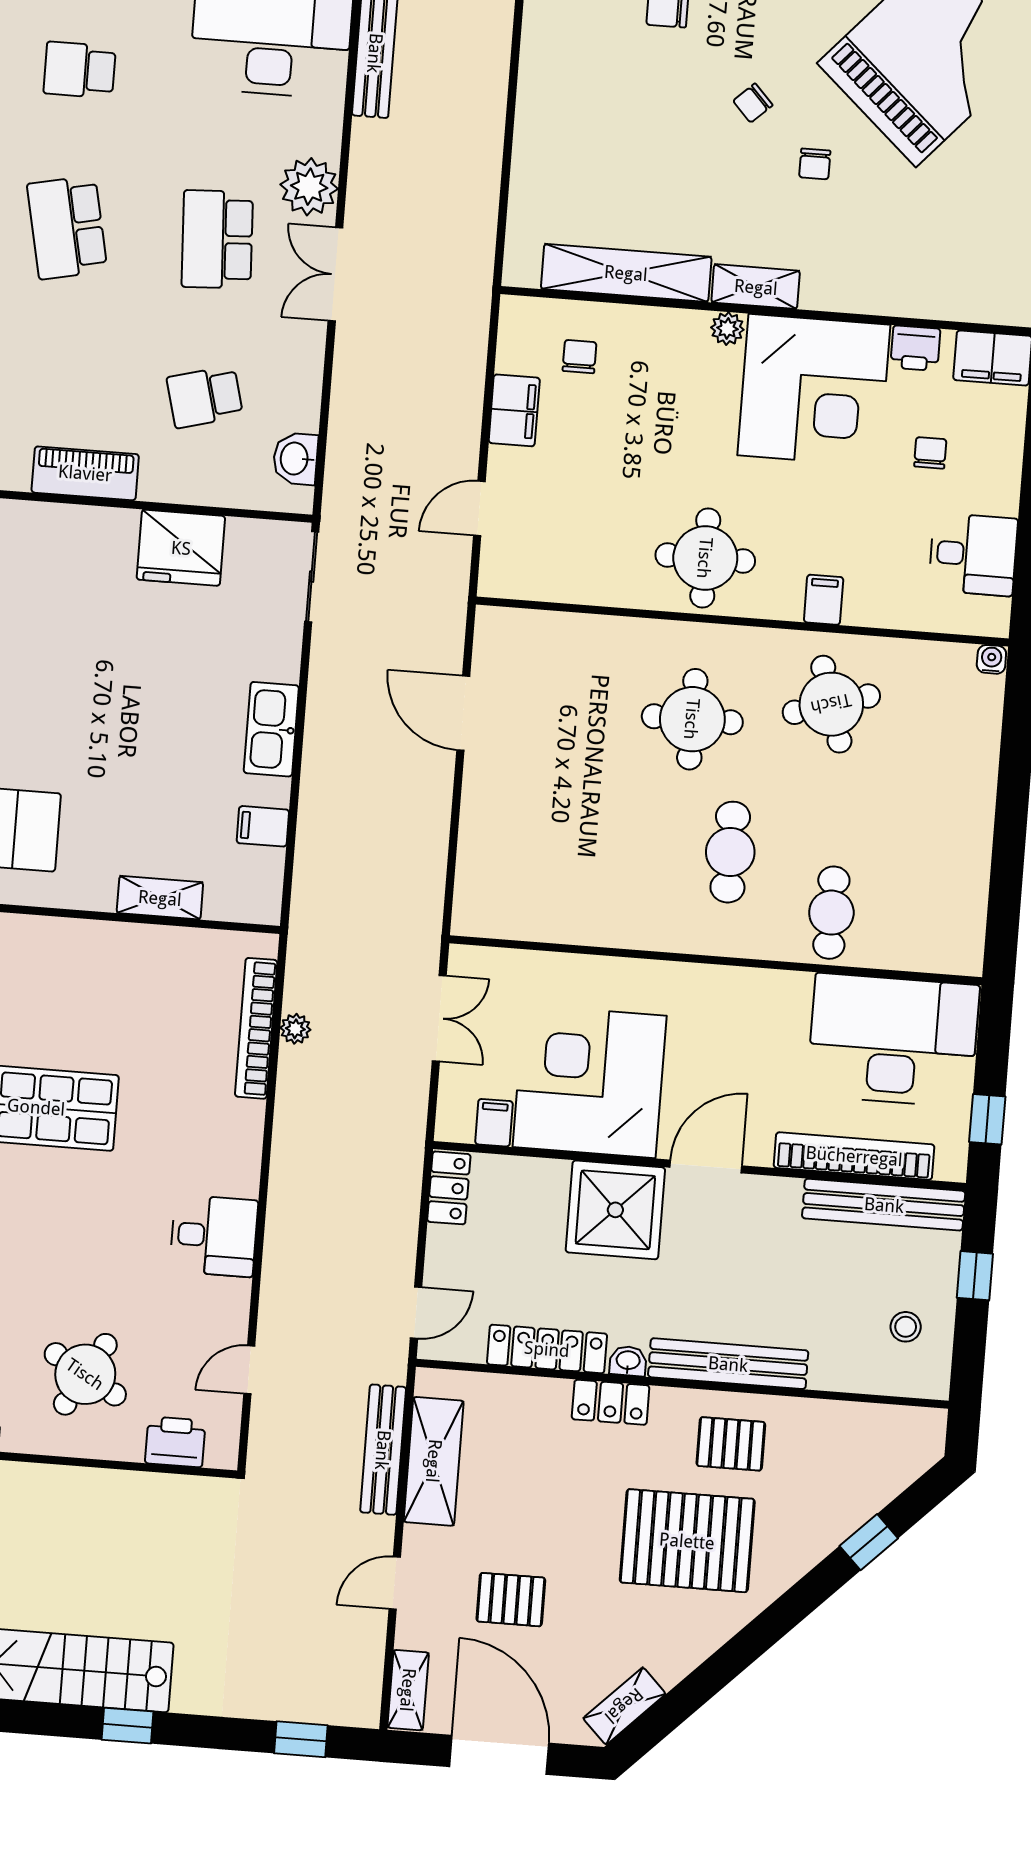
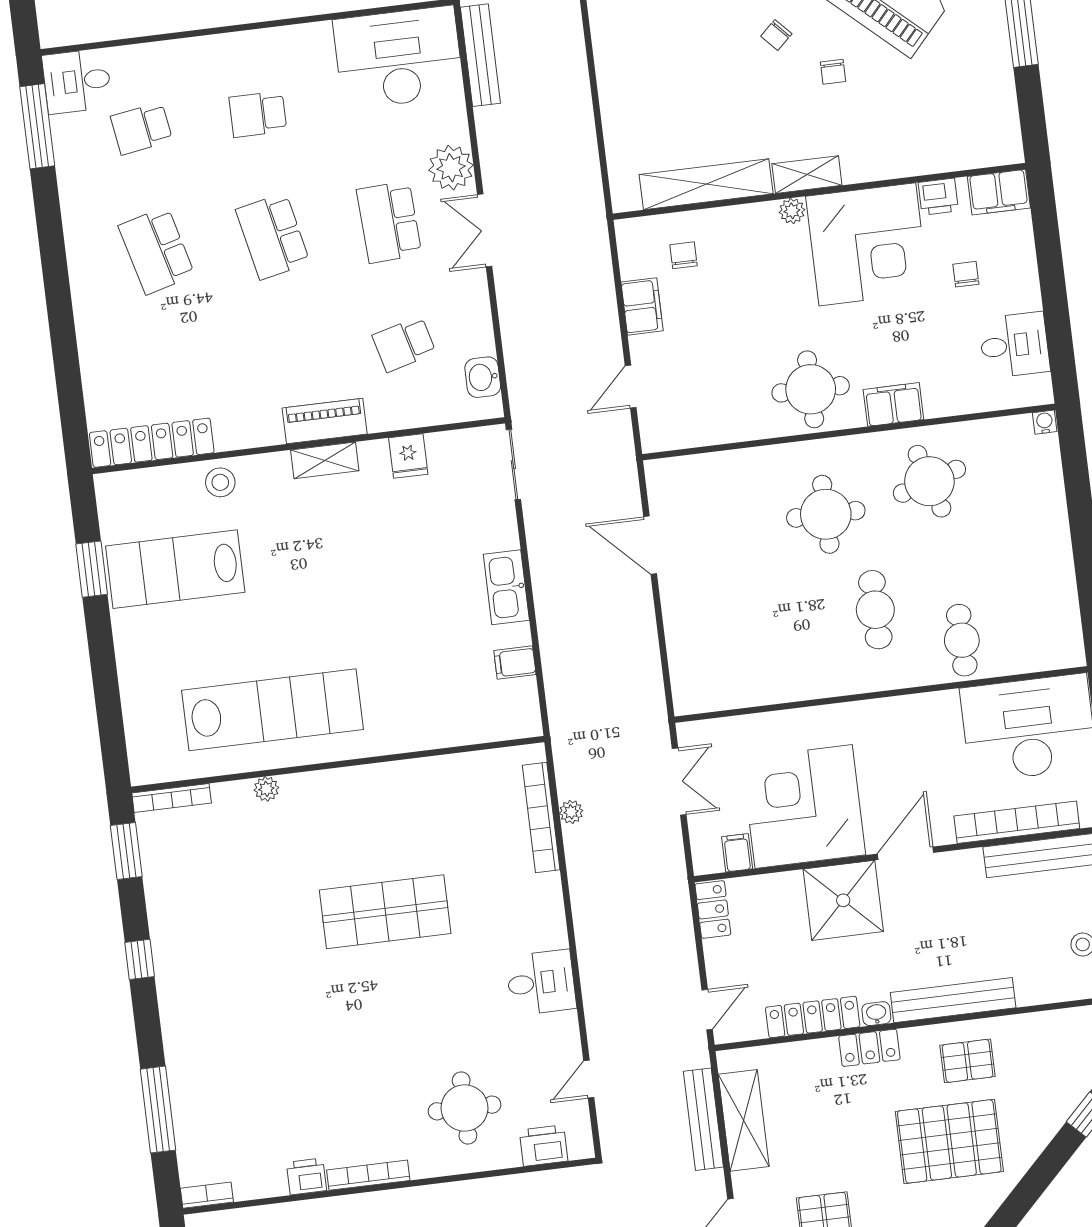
fridge: (181, 548) -> (408, 456), width x0.53, depth x0.75
filing cabinet: (824, 600) -> (893, 404), width x2.00
shelving: (160, 898) -> (325, 460), moved
round table: (85, 1374) -> (465, 1108), turned -30

